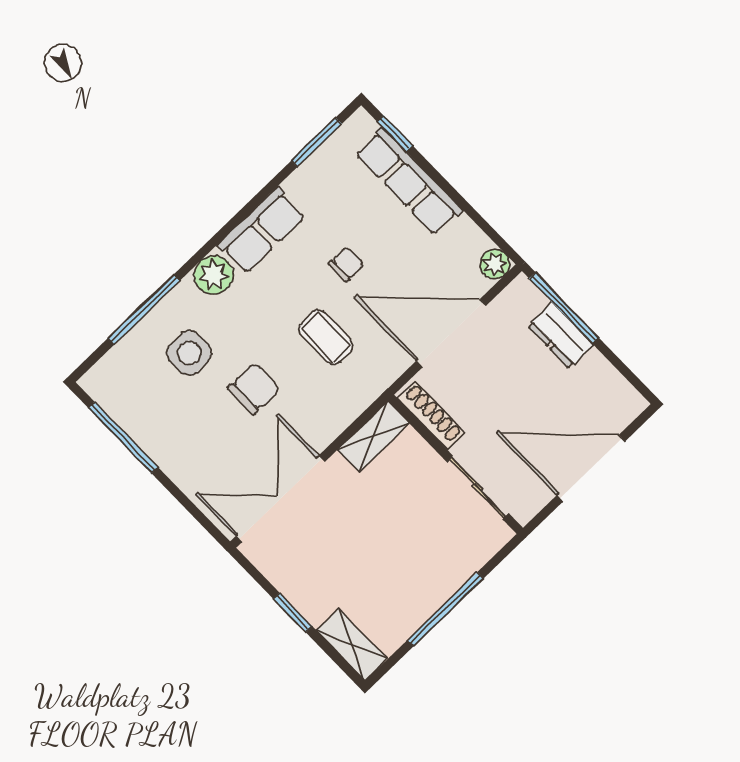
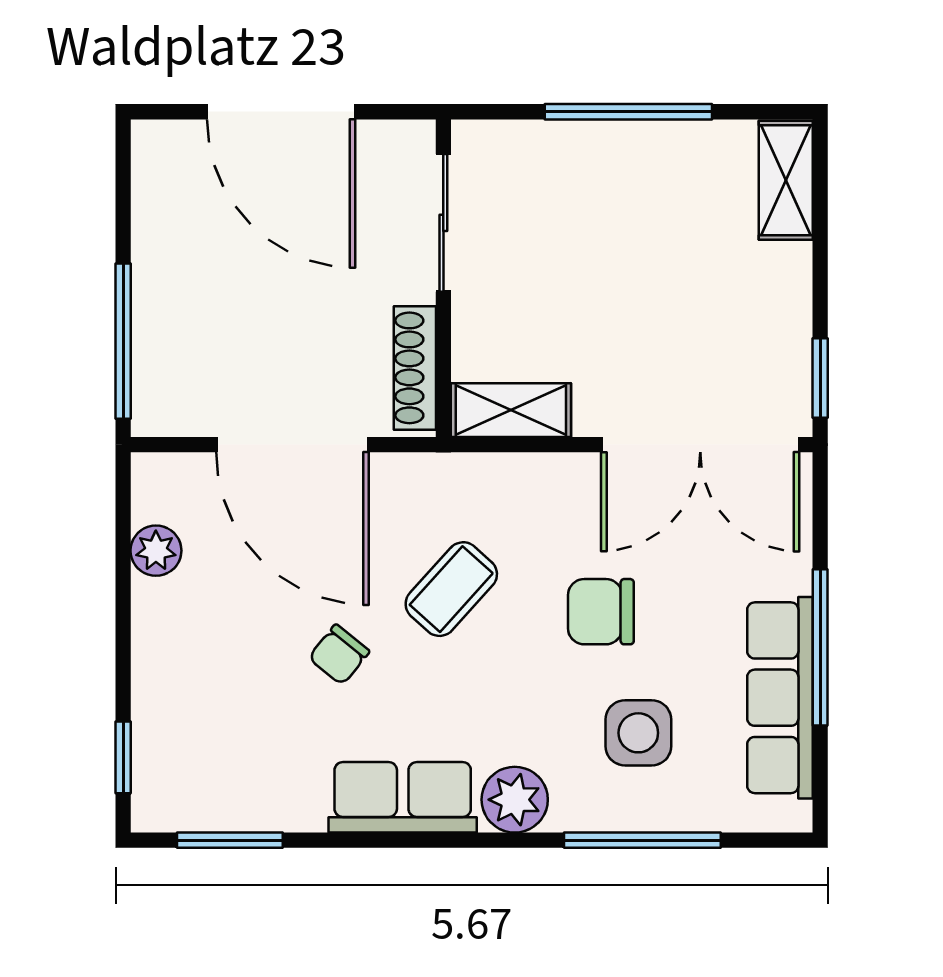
row of seats: (409, 181) -> (780, 698), moved, turned 180
chair: (346, 264) -> (339, 655), turned -51
plant: (495, 264) -> (156, 551), moved
dresser: (561, 335) -> (160, 311), removed
coffee table: (326, 337) -> (451, 589), turned 42
window: (123, 437) -> (820, 647), moved
window: (293, 613) -> (820, 378), moved

